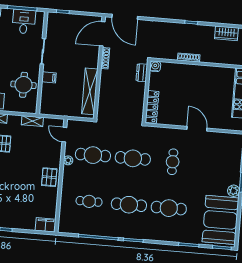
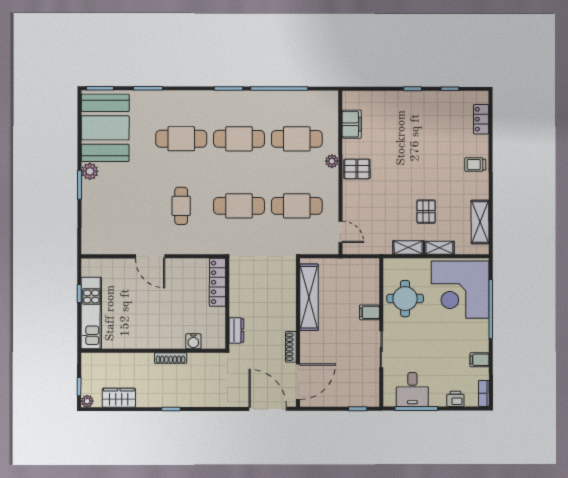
water cooler: (155, 66) -> (193, 341), moved
shelving: (32, 121) -> (408, 248), moved
plant: (68, 160) -> (332, 161), moved
pallet: (49, 177) -> (357, 169), turned 90
cafe table: (89, 201) -> (297, 139), width x1.37, depth x1.35
filing cabinet: (46, 225) -> (352, 124), moved, turned -90

